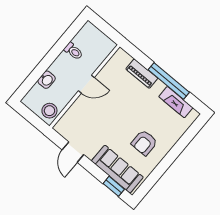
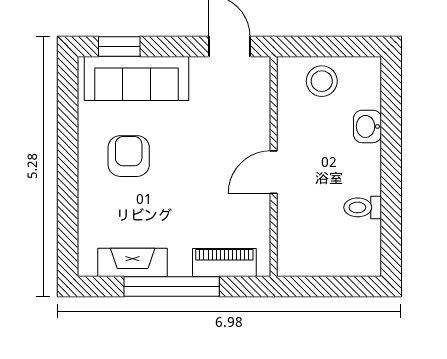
door: (86, 84) -> (274, 172), moved
wall: (85, 86) -> (274, 166), moved

